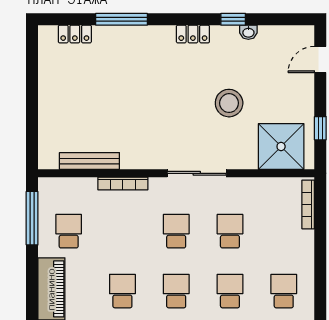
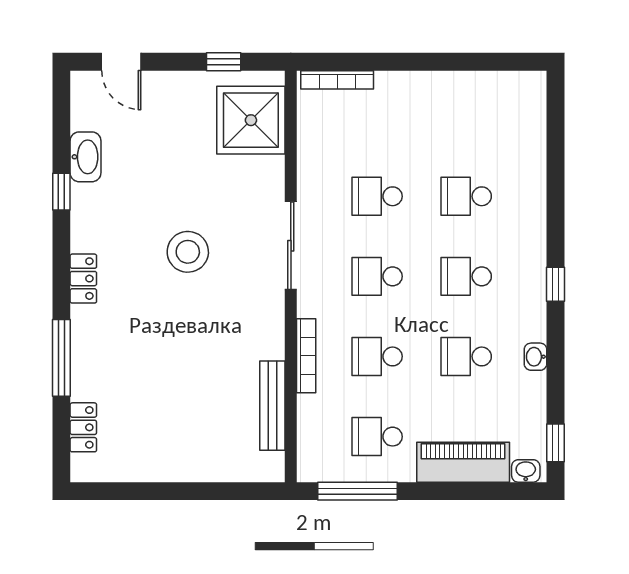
washbasin: (248, 32) -> (85, 157), width x1.91, depth x1.45
locker: (193, 34) -> (83, 279), moved
stool: (229, 103) -> (188, 252), moved
school desk: (284, 291) -> (377, 356), moved

